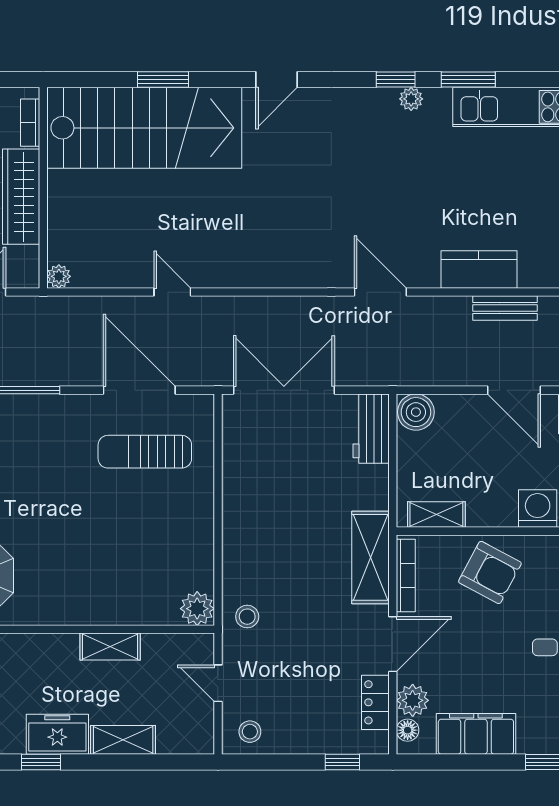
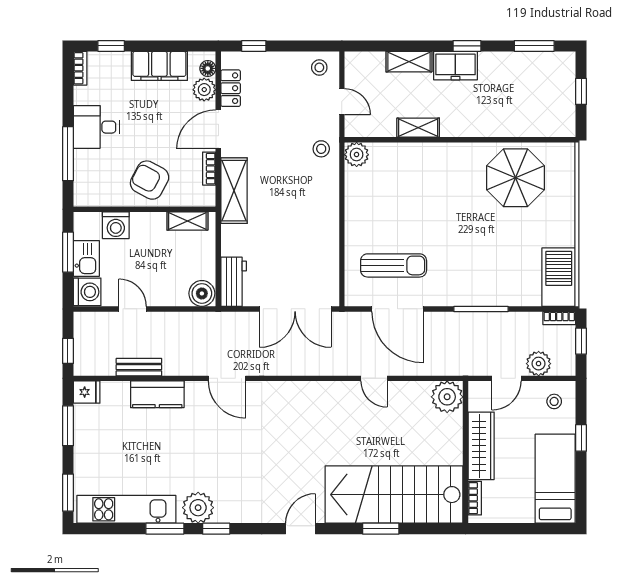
plant: (411, 99) -> (198, 508), width x1.87, depth x1.87
plant: (59, 276) -> (447, 397), width x1.88, depth x1.88
door: (514, 390) -> (133, 309), width x0.73
bookcase: (406, 576) -> (209, 169), width x0.64

